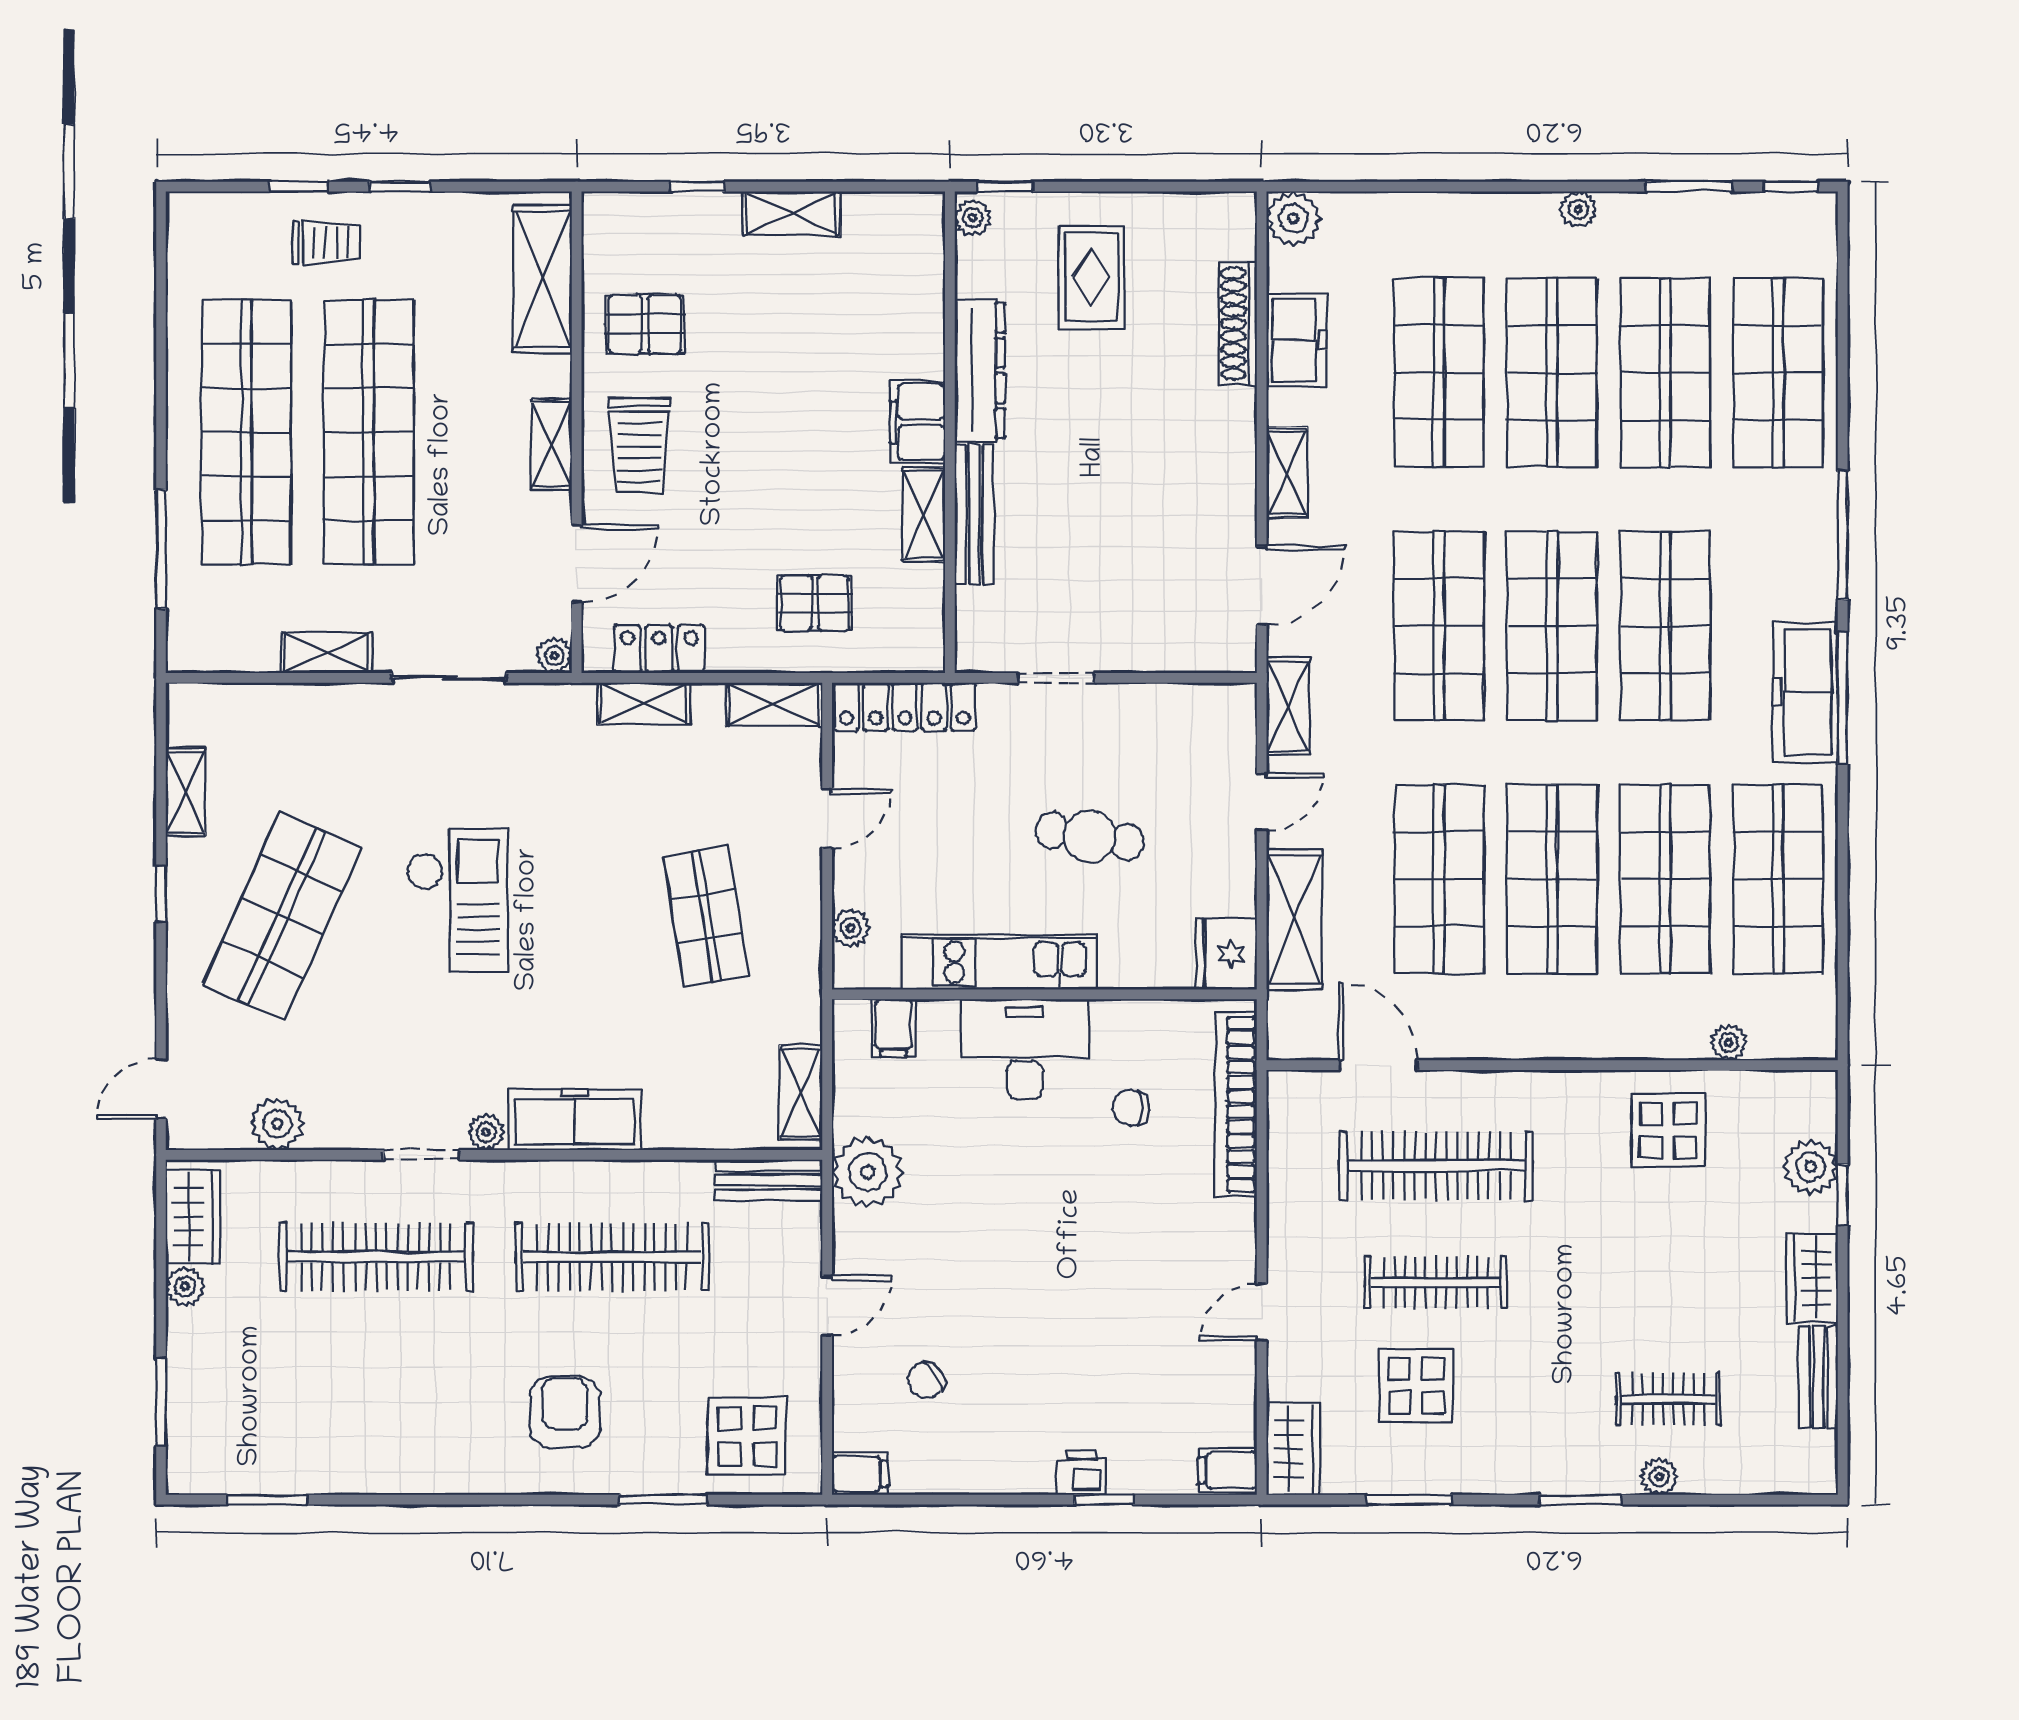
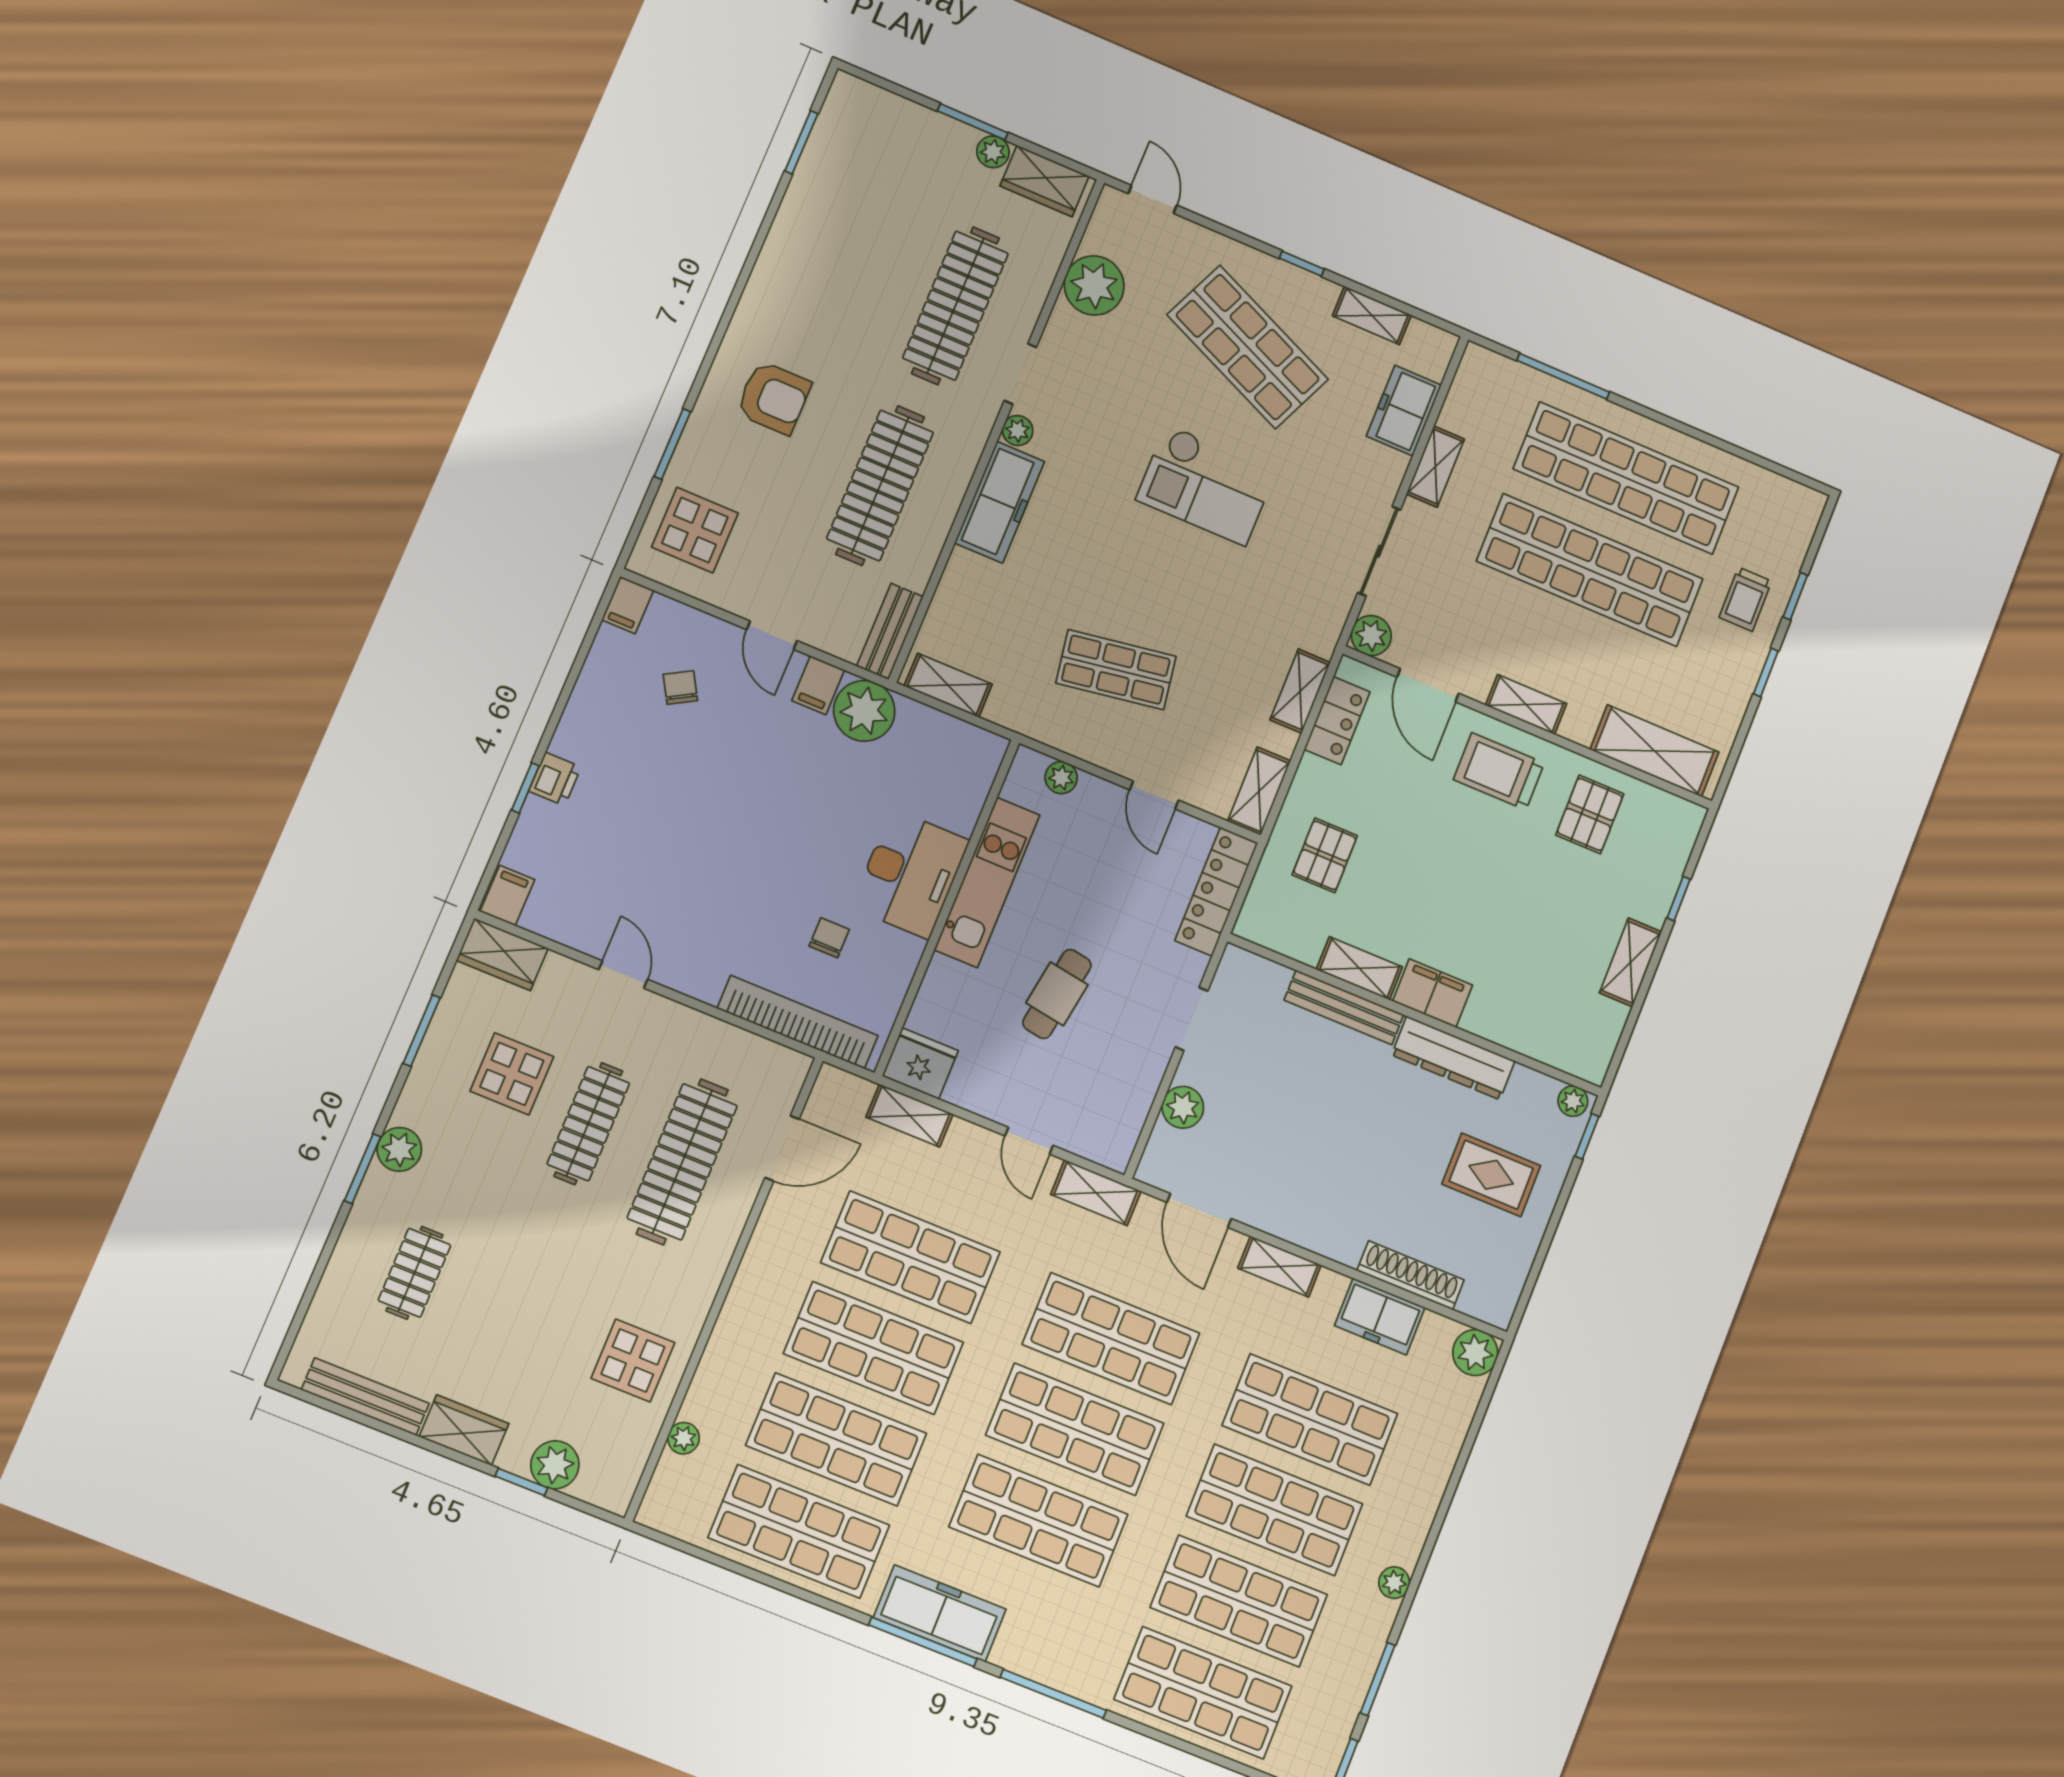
plant: (1157, 649) -> (1183, 1107), added
plant: (554, 655) -> (1371, 636), width x1.38, depth x1.38
freezer: (278, 713) -> (1404, 411), added
shelving: (1294, 919) -> (910, 1116), width x0.67, depth x0.75
filing cabinet: (894, 1028) -> (818, 685), moved, turned -90
plant: (277, 1124) -> (1094, 285), width x1.36, depth x1.36
bench: (1818, 1377) -> (365, 1397), width x1.36
window: (161, 1402) -> (973, 122), moved
plant: (1659, 1477) -> (399, 1149), moved, width x1.38, depth x1.38

